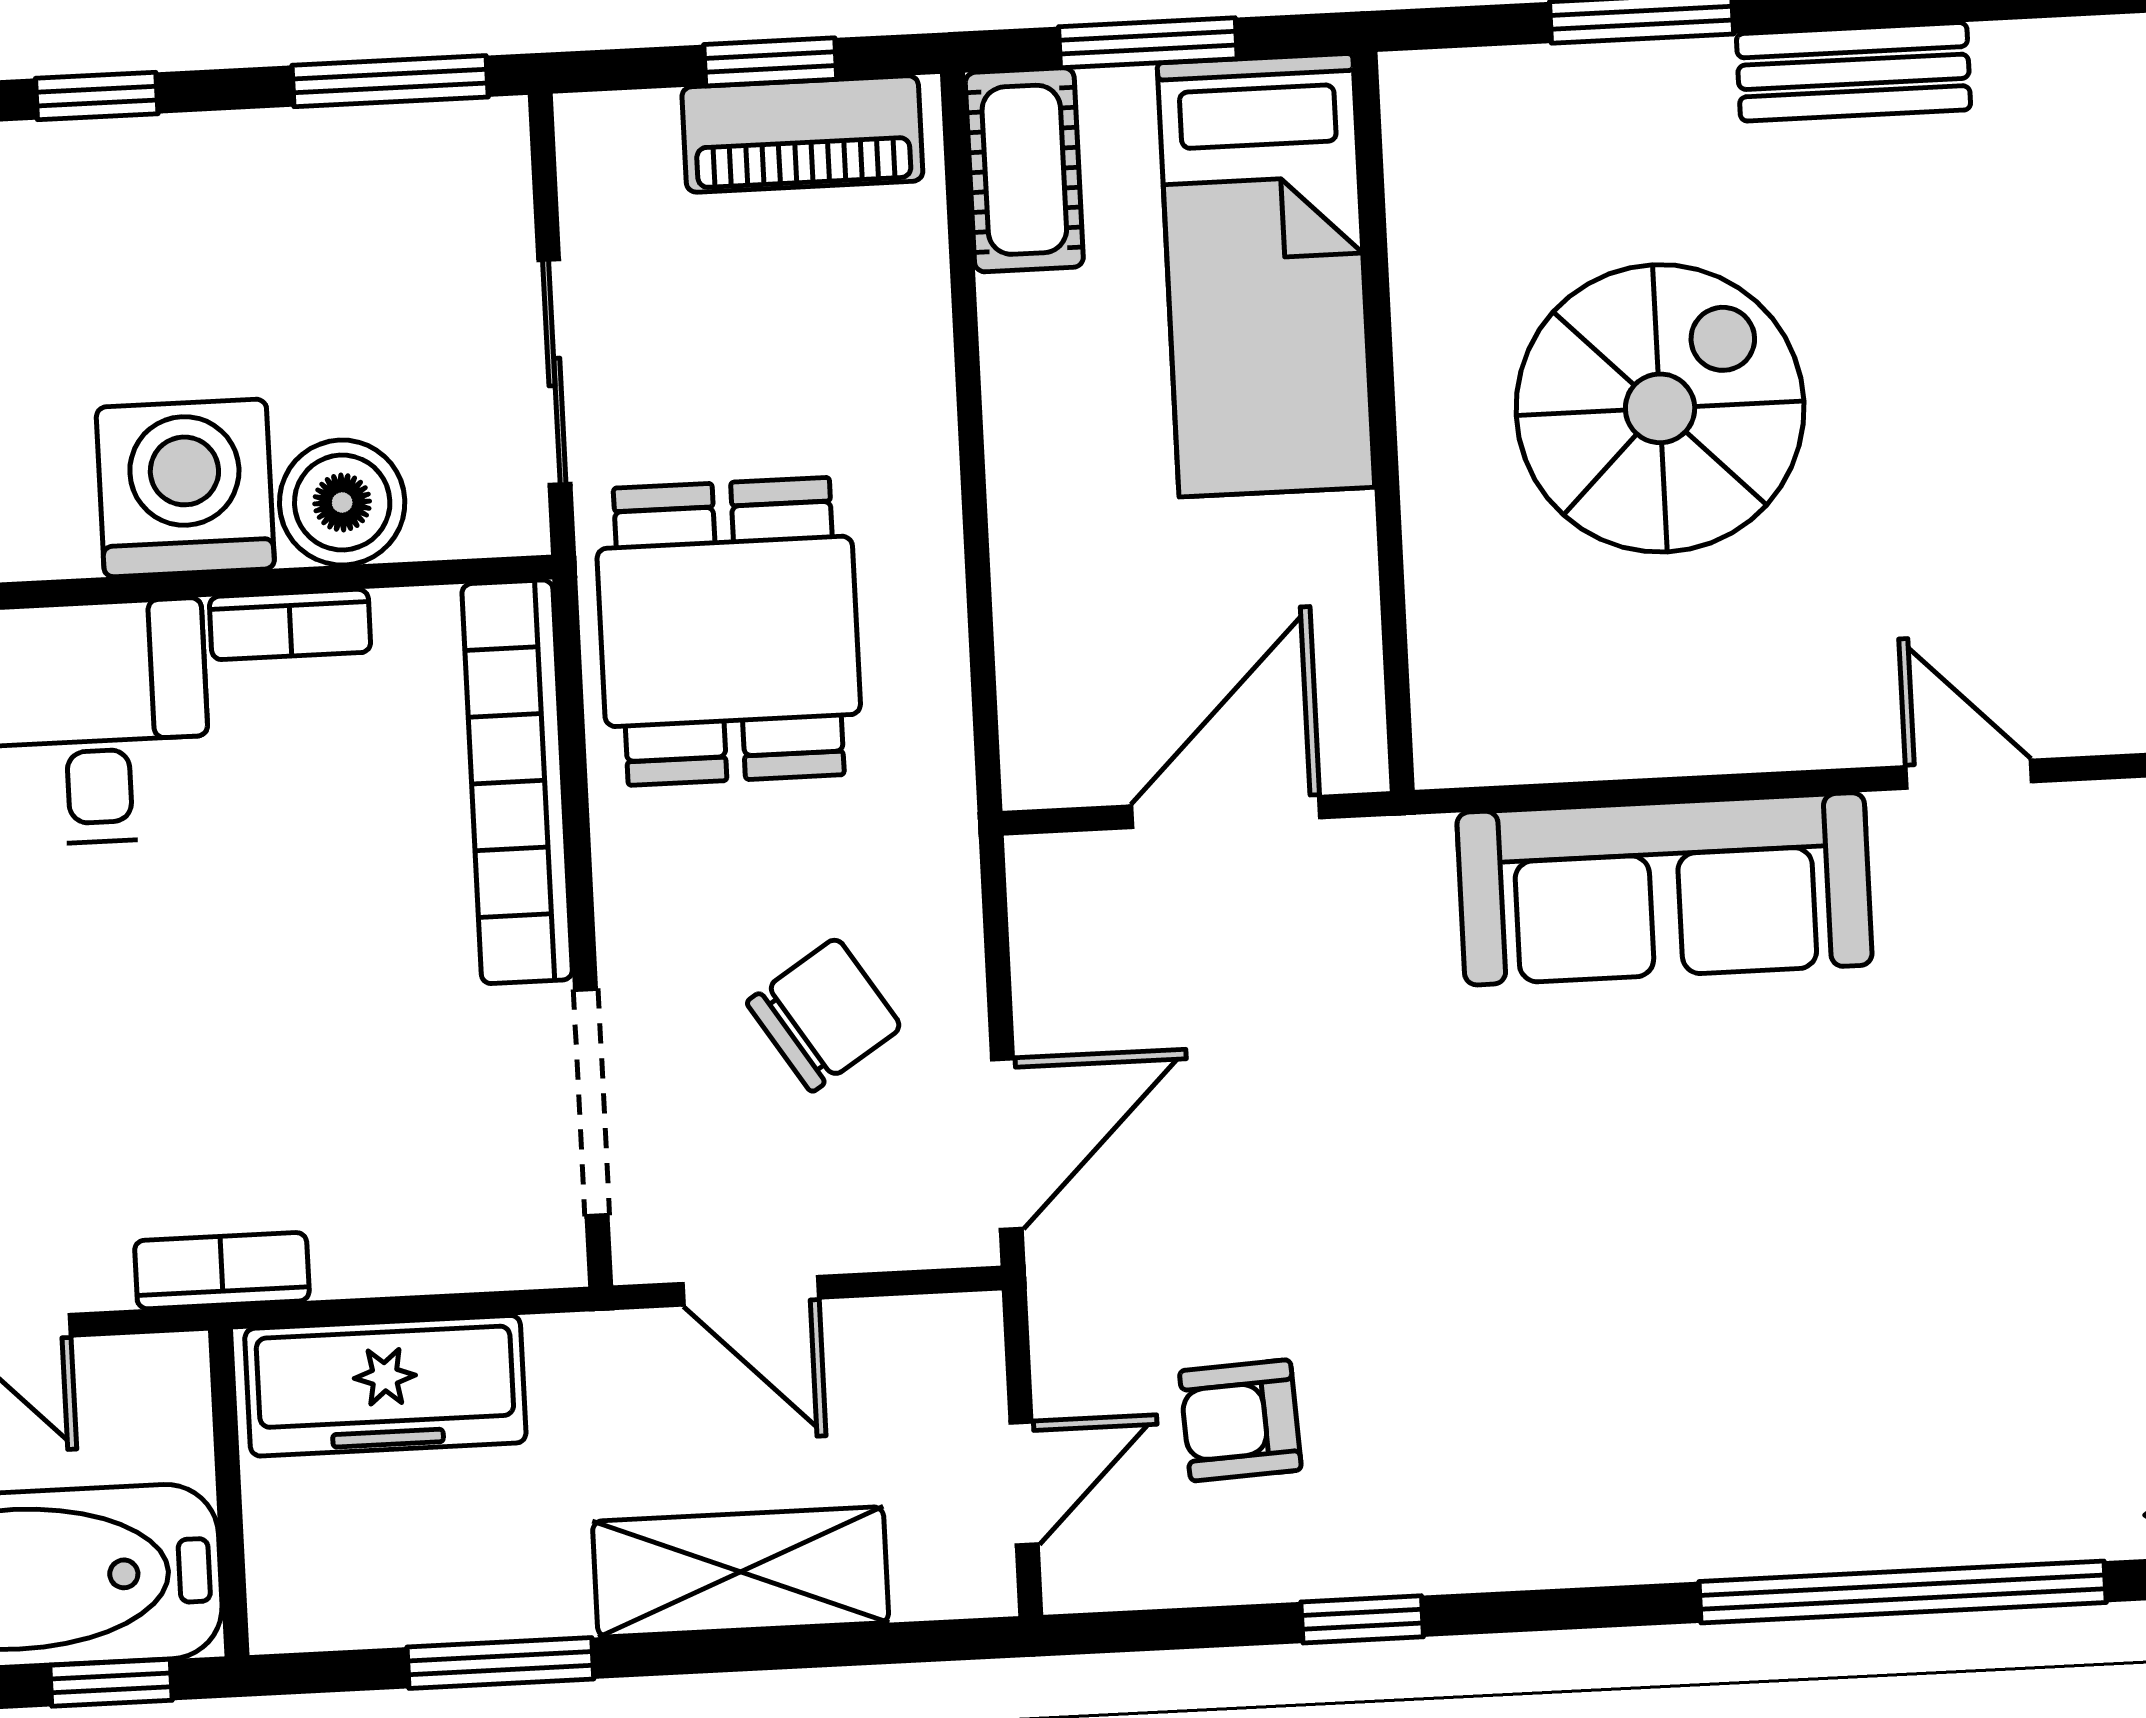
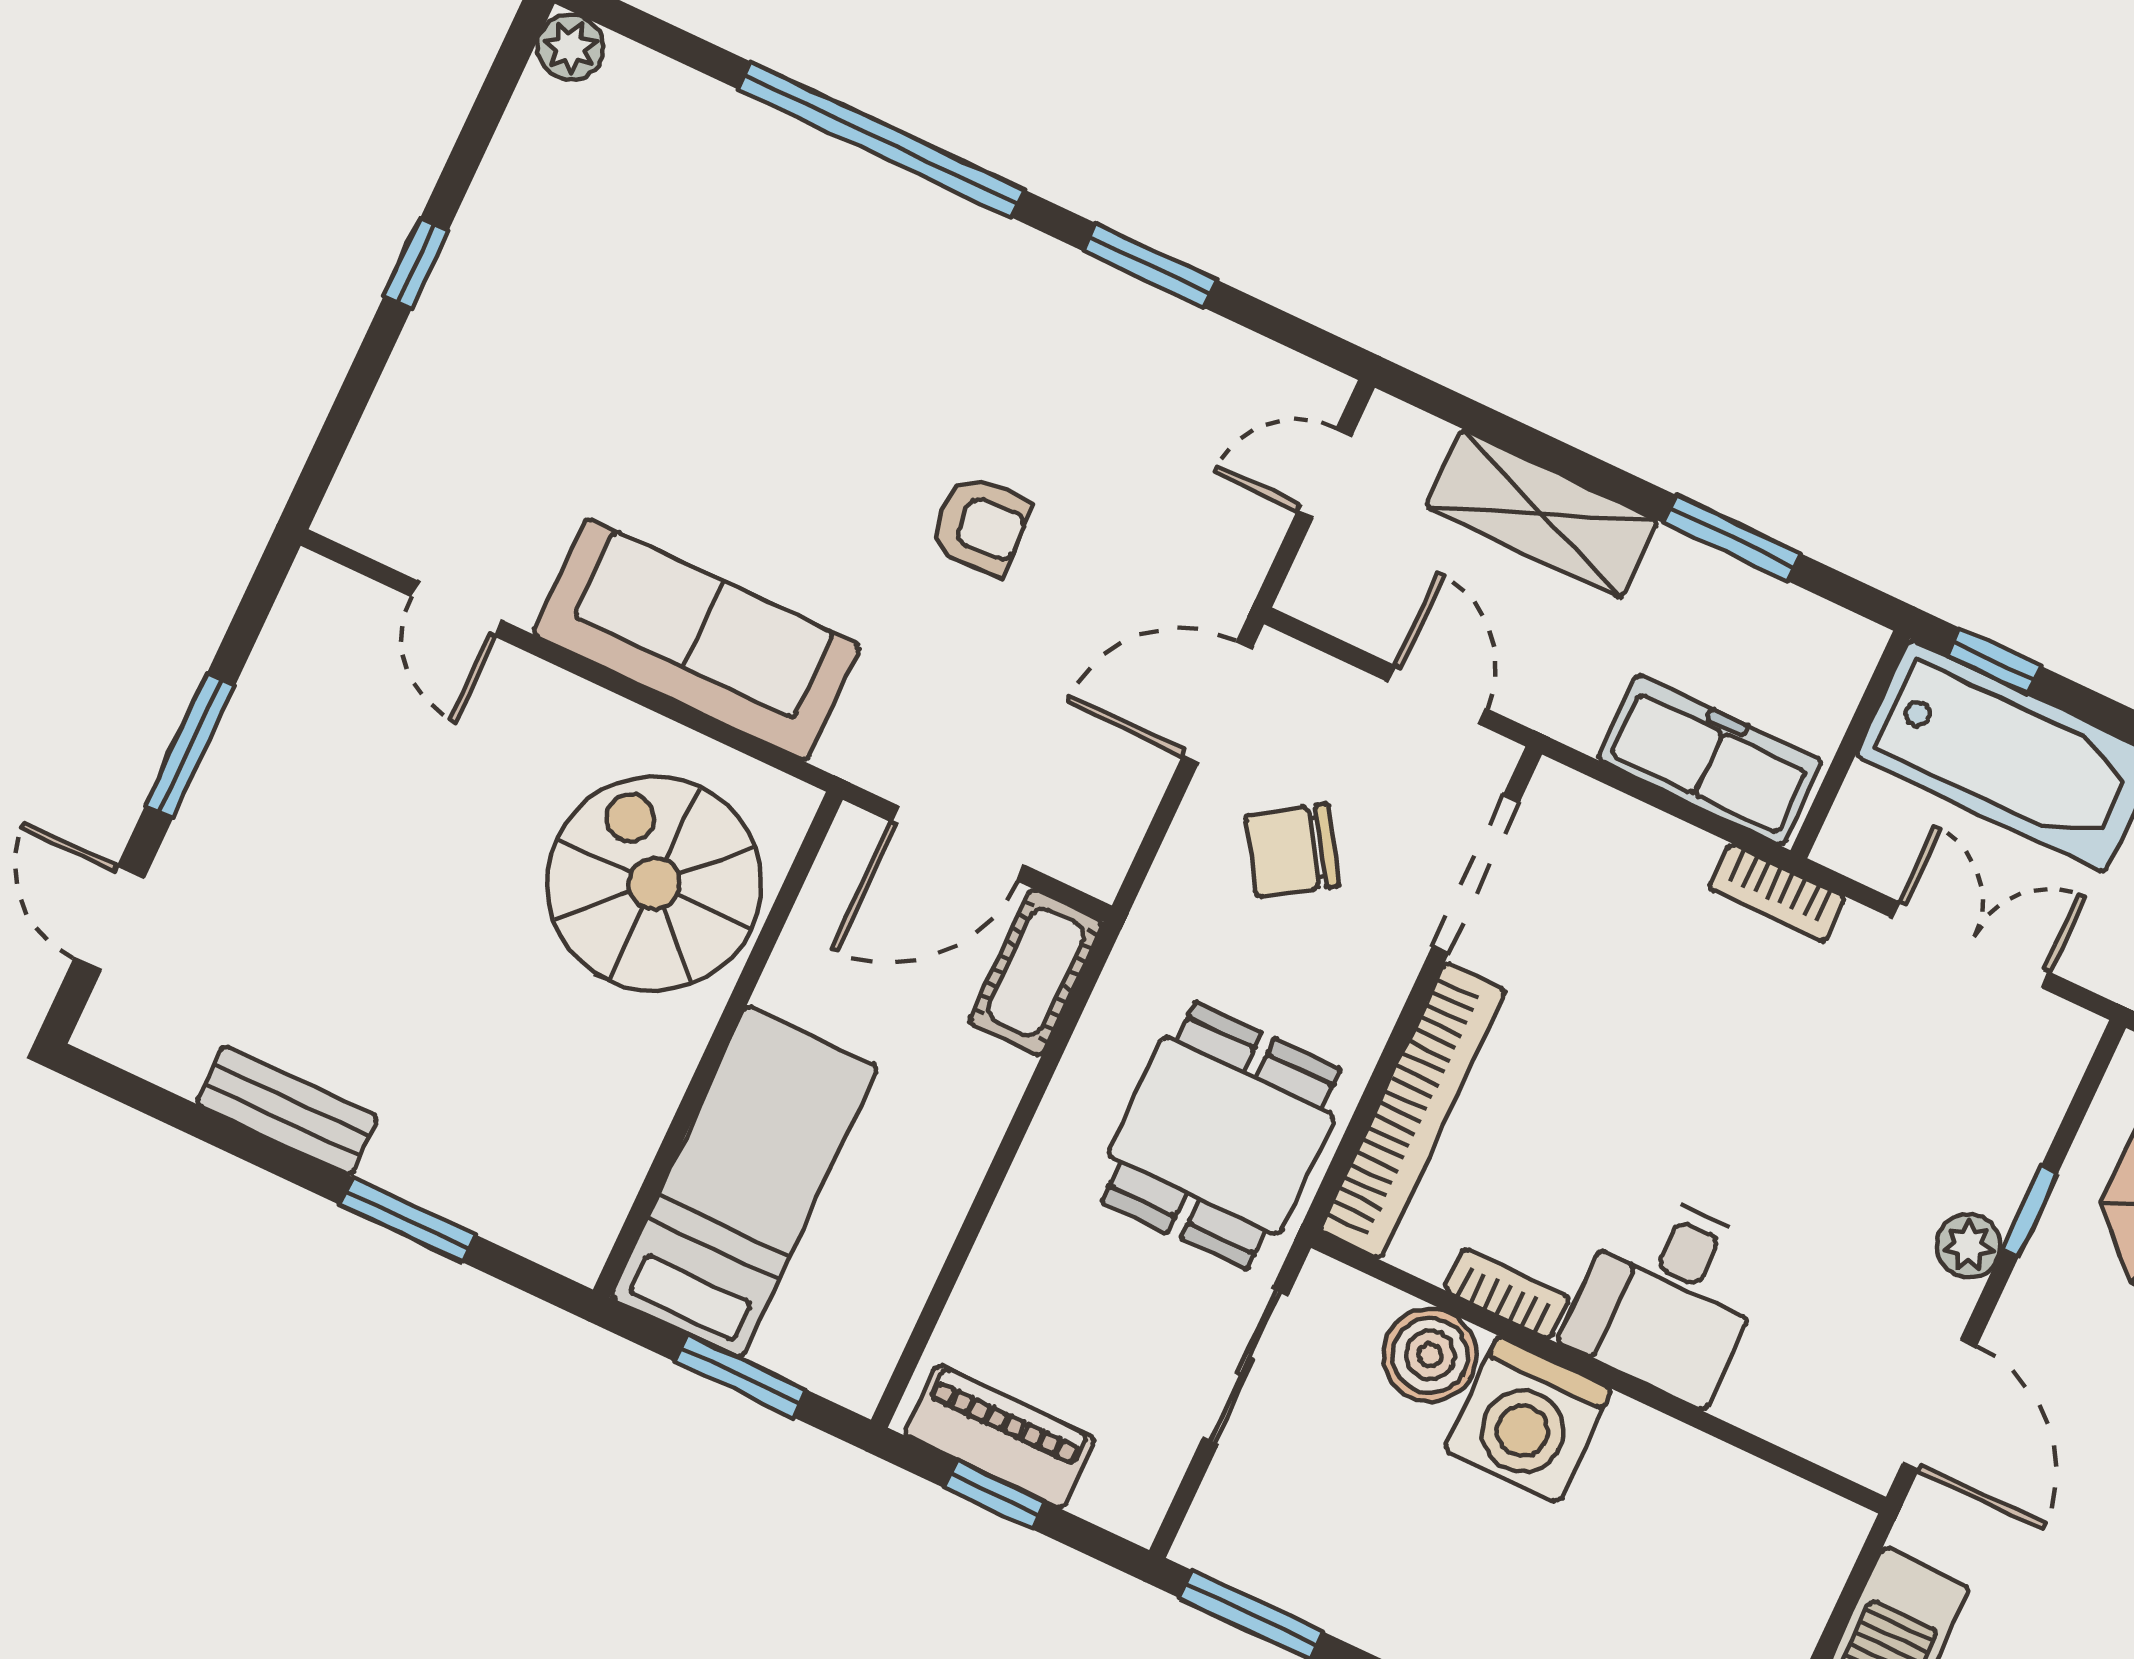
cot: (1024, 170) -> (1036, 972), moved
spiral stairs: (1660, 408) -> (654, 883), moved, turned 90
armchair: (1240, 1420) -> (980, 525), moved
window: (1903, 1592) -> (881, 140), moved
window: (1362, 1619) -> (1150, 266), width x1.50

